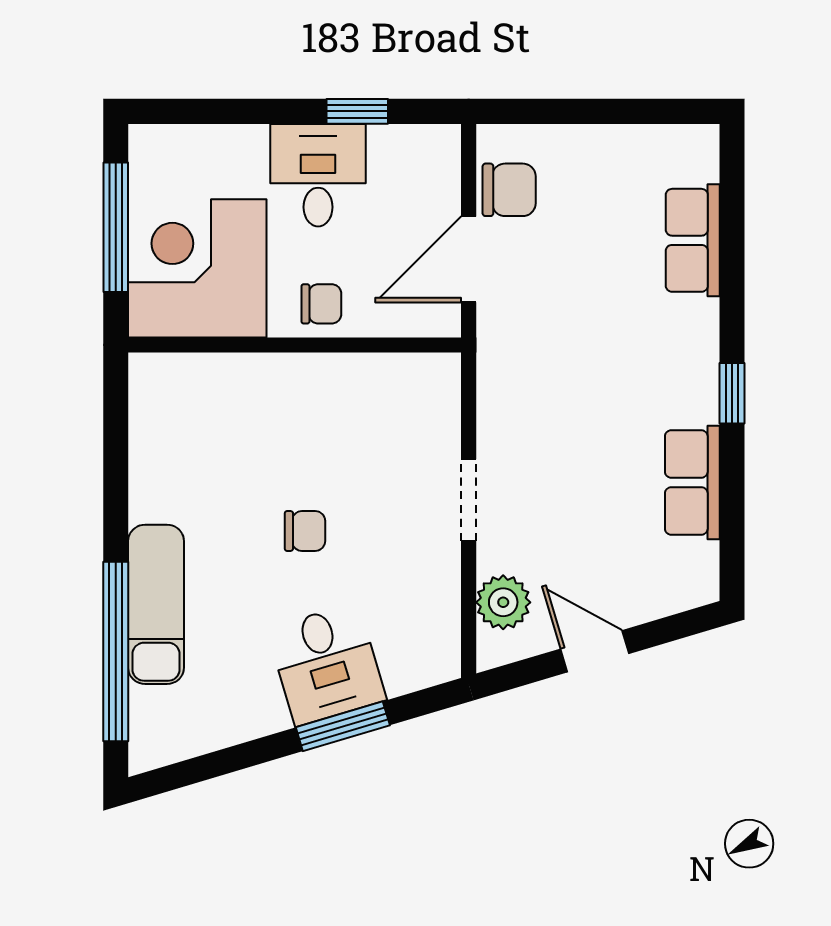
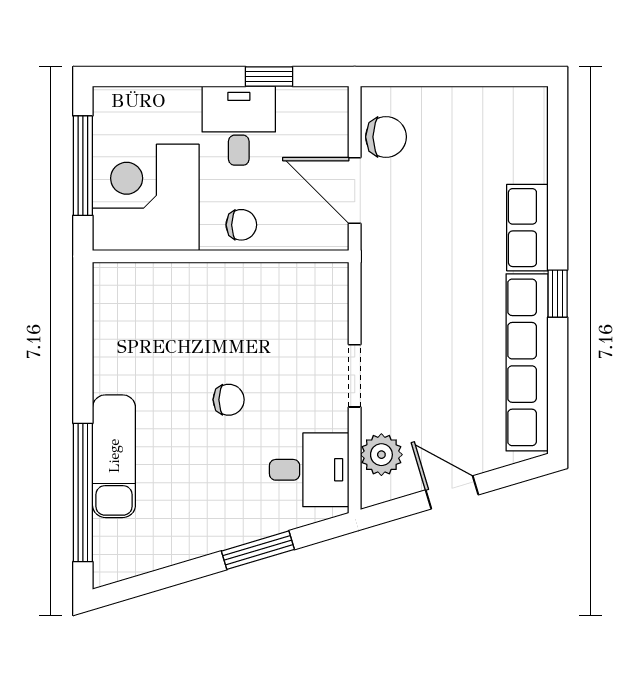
row of seats: (693, 240) -> (527, 228), moved
door: (469, 259) -> (355, 190), hinge flipped
row of seats: (692, 482) -> (527, 362), width x2.02
desk: (327, 664) -> (309, 470), moved, turned -73

